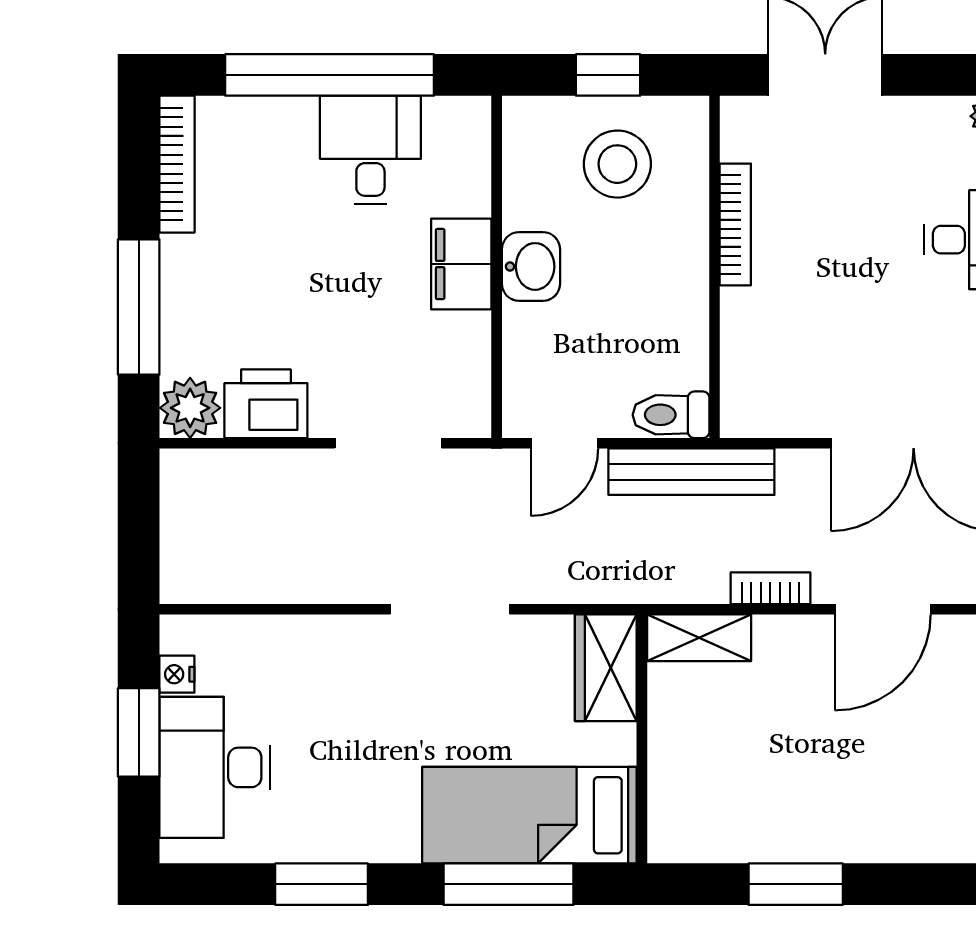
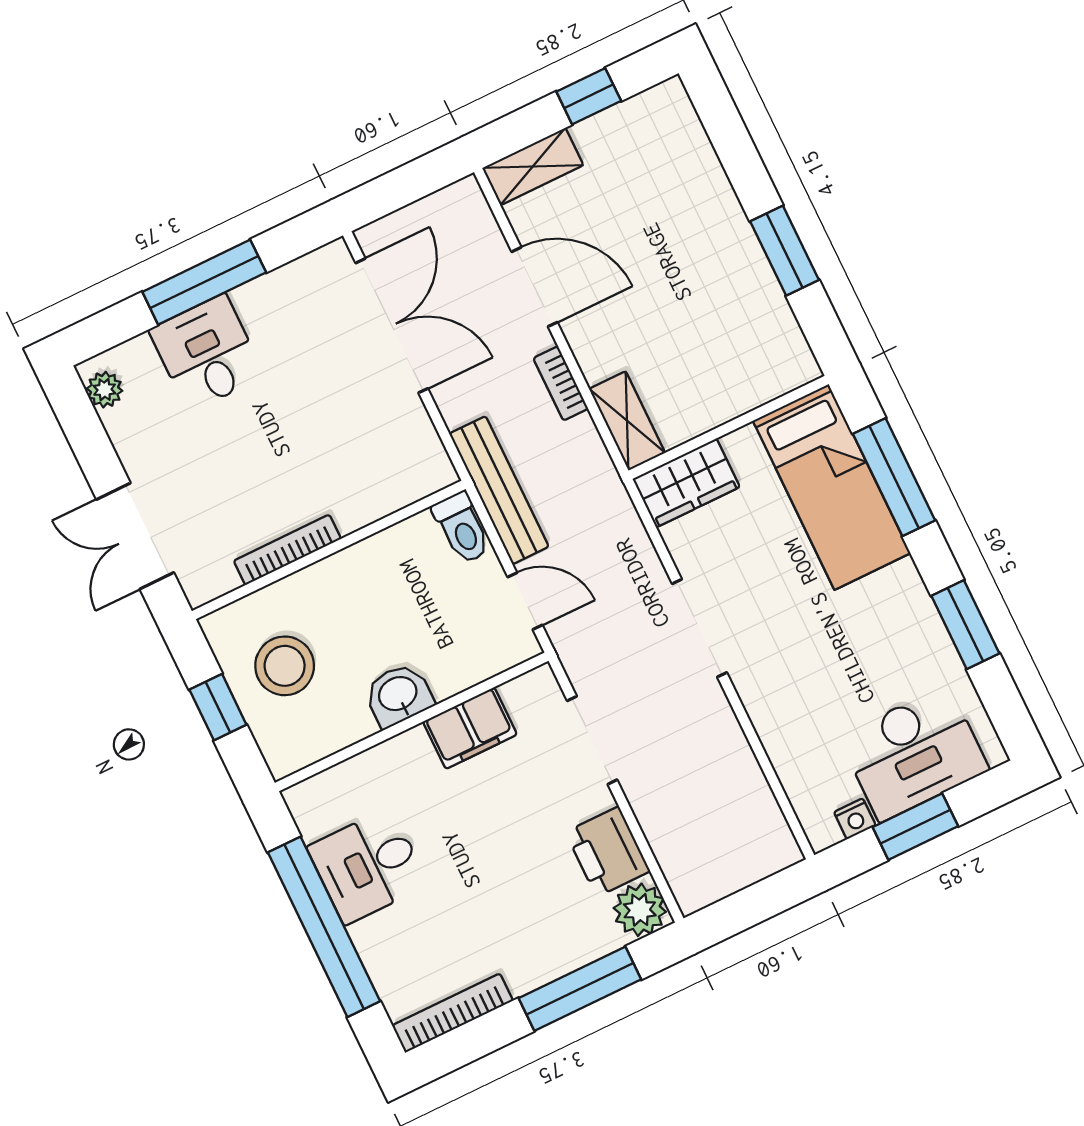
filing cabinet: (461, 264) -> (470, 728), moved

